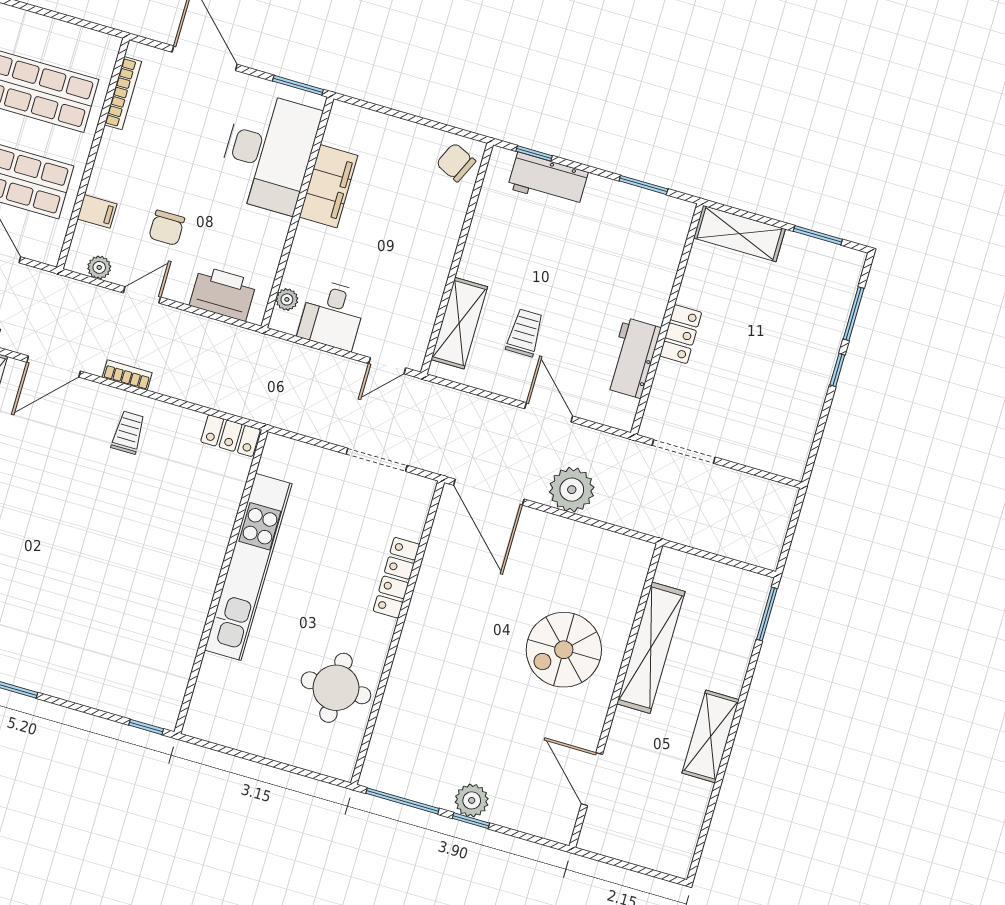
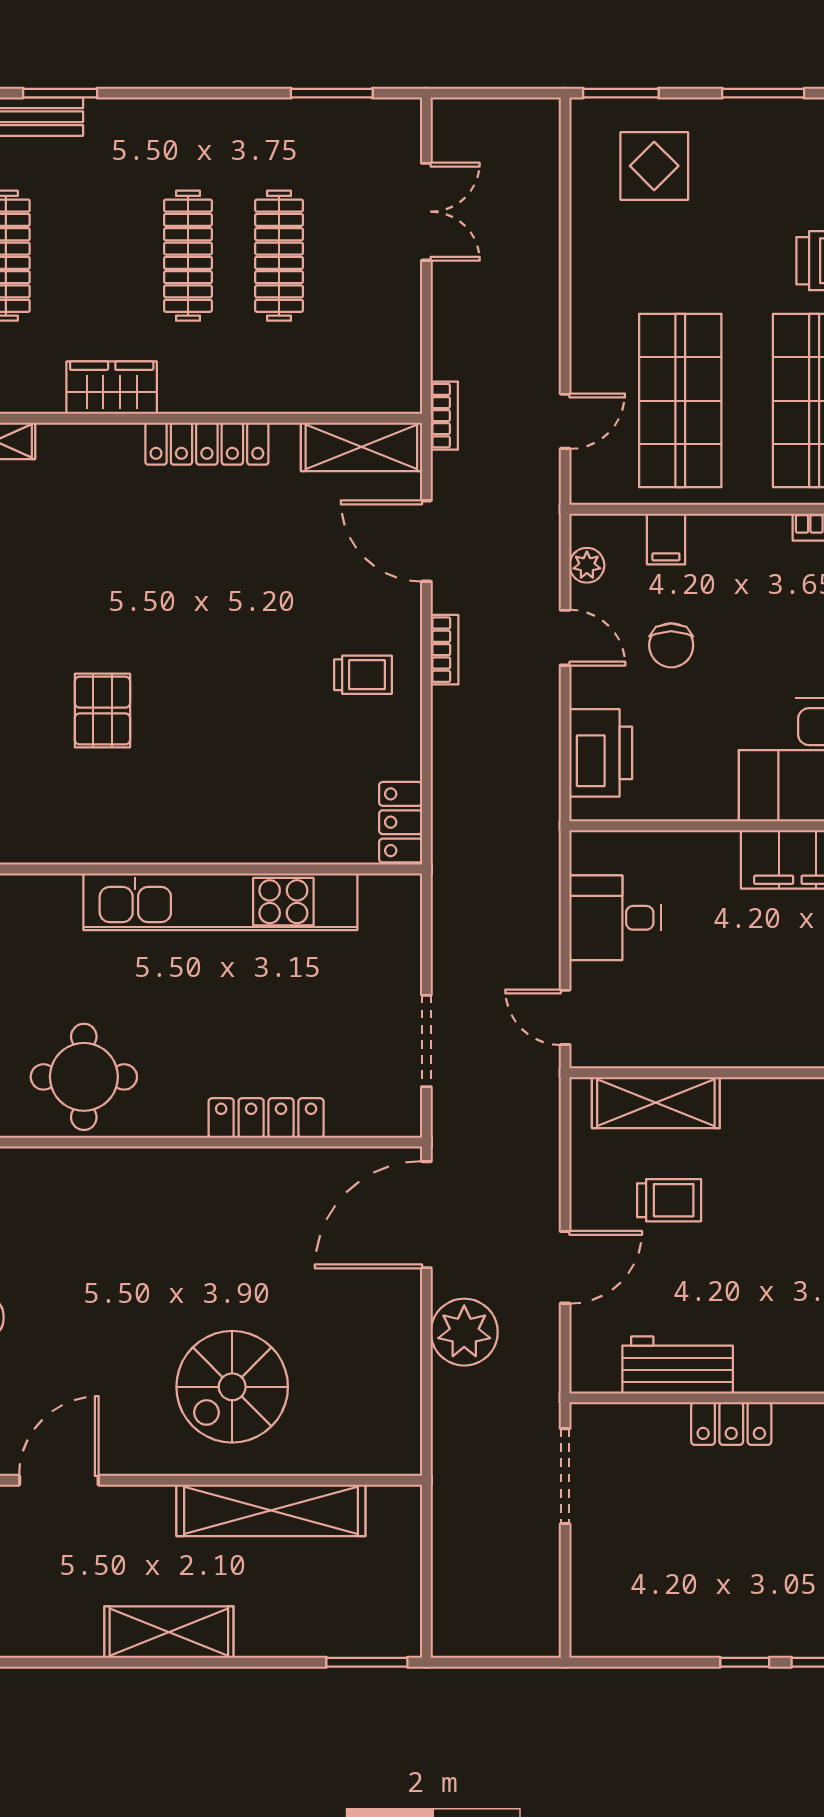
chair: (167, 228) -> (671, 645), turned -90
plant: (287, 299) -> (618, 847), removed
pallet: (103, 607) -> (102, 711), added
spiral stairs: (564, 650) -> (232, 1387), turned -90

